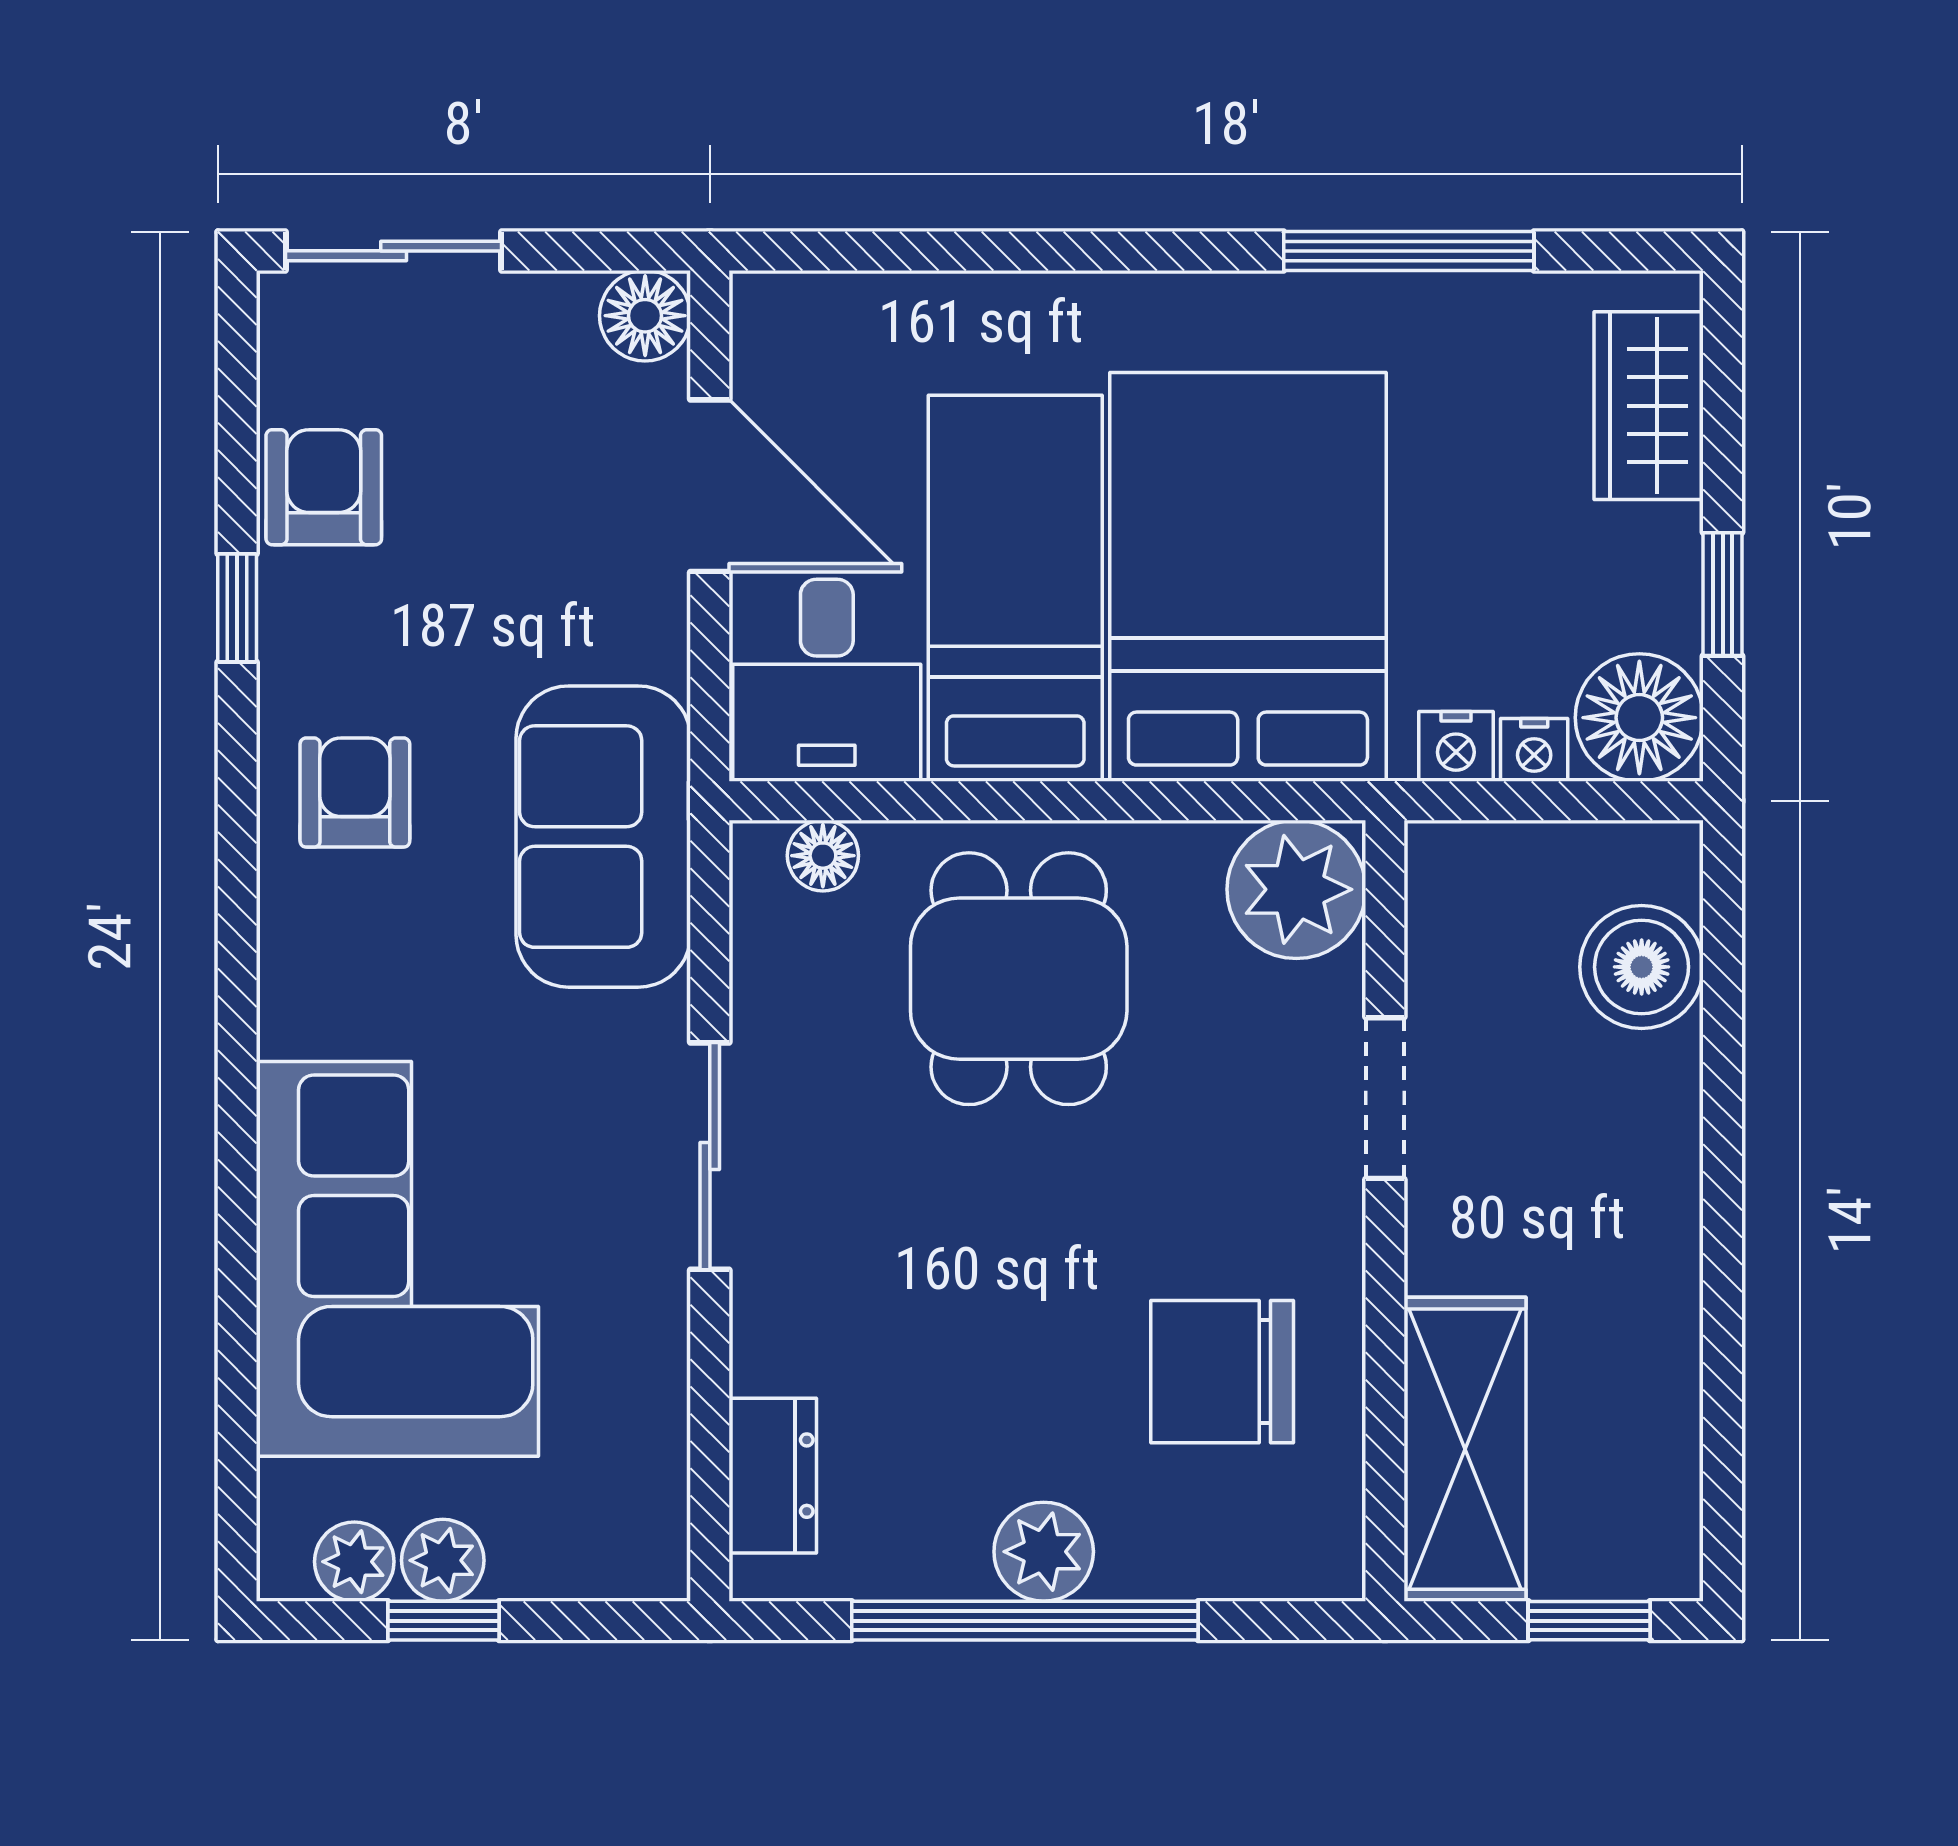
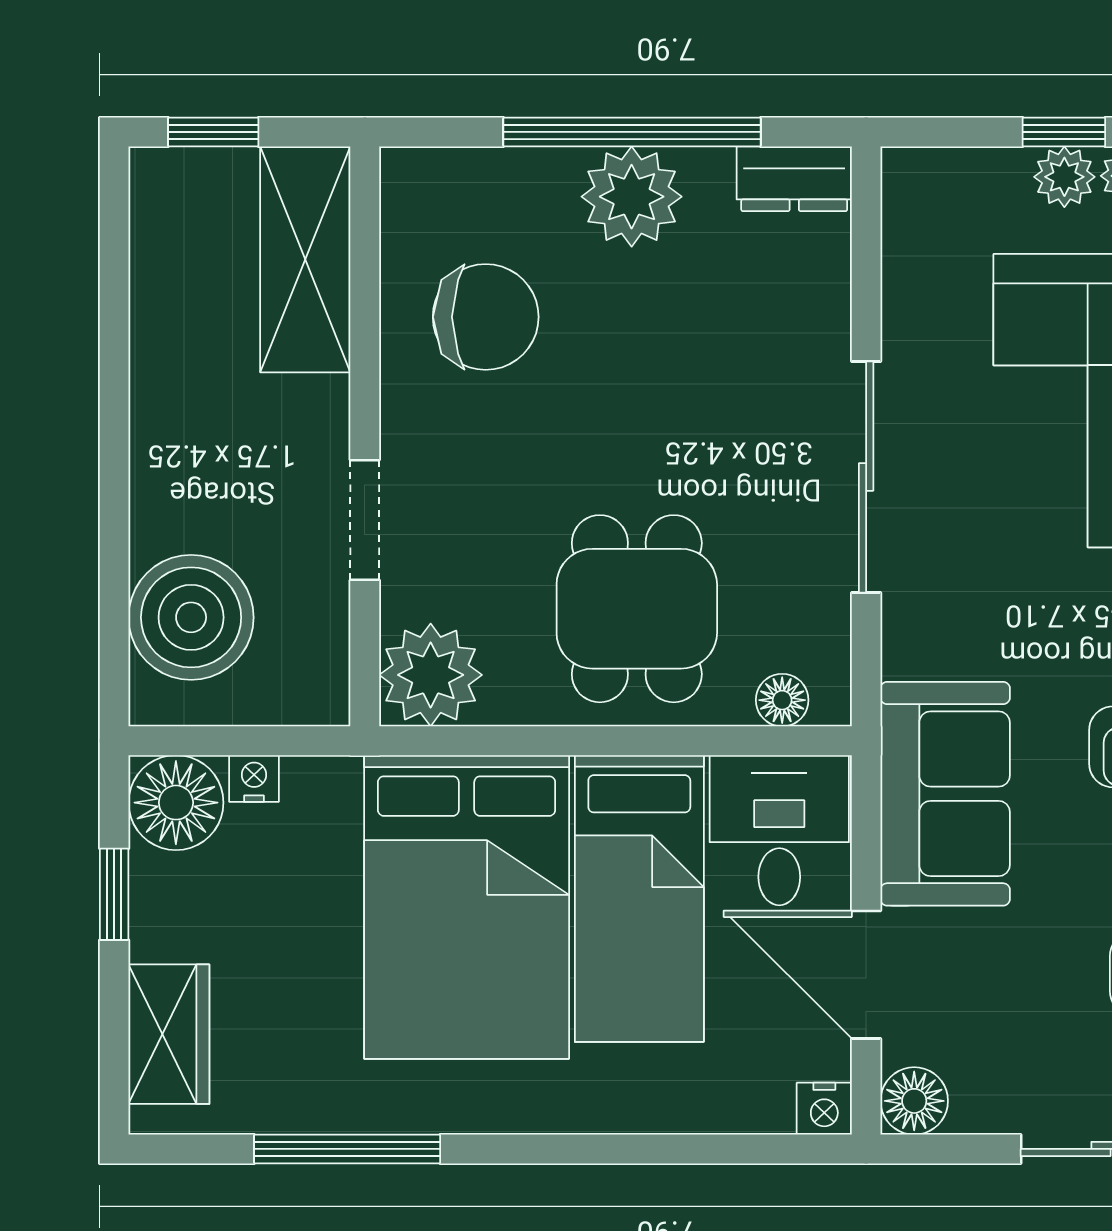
nightstand: (1456, 746) -> (824, 1109), moved, turned 180
sofa: (603, 837) -> (945, 794), moved
boiler: (1642, 967) -> (191, 617), width x1.37, depth x1.37
sliding door: (710, 1156) -> (866, 477), width x1.37
dresser: (773, 1476) -> (794, 179), moved, turned -90
plant: (1044, 1552) -> (632, 197), width x1.36, depth x1.36

